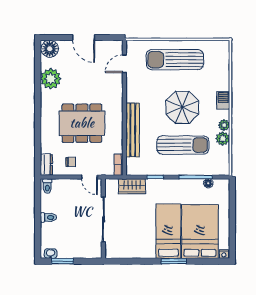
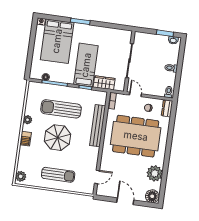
sun lounger: (175, 60) -> (58, 175), width x0.73, depth x0.75
dining table: (82, 123) -> (136, 136), width x1.36, depth x1.24
plant: (223, 139) -> (21, 176), moved
bed: (168, 231) -> (86, 65), moved, turned 180

